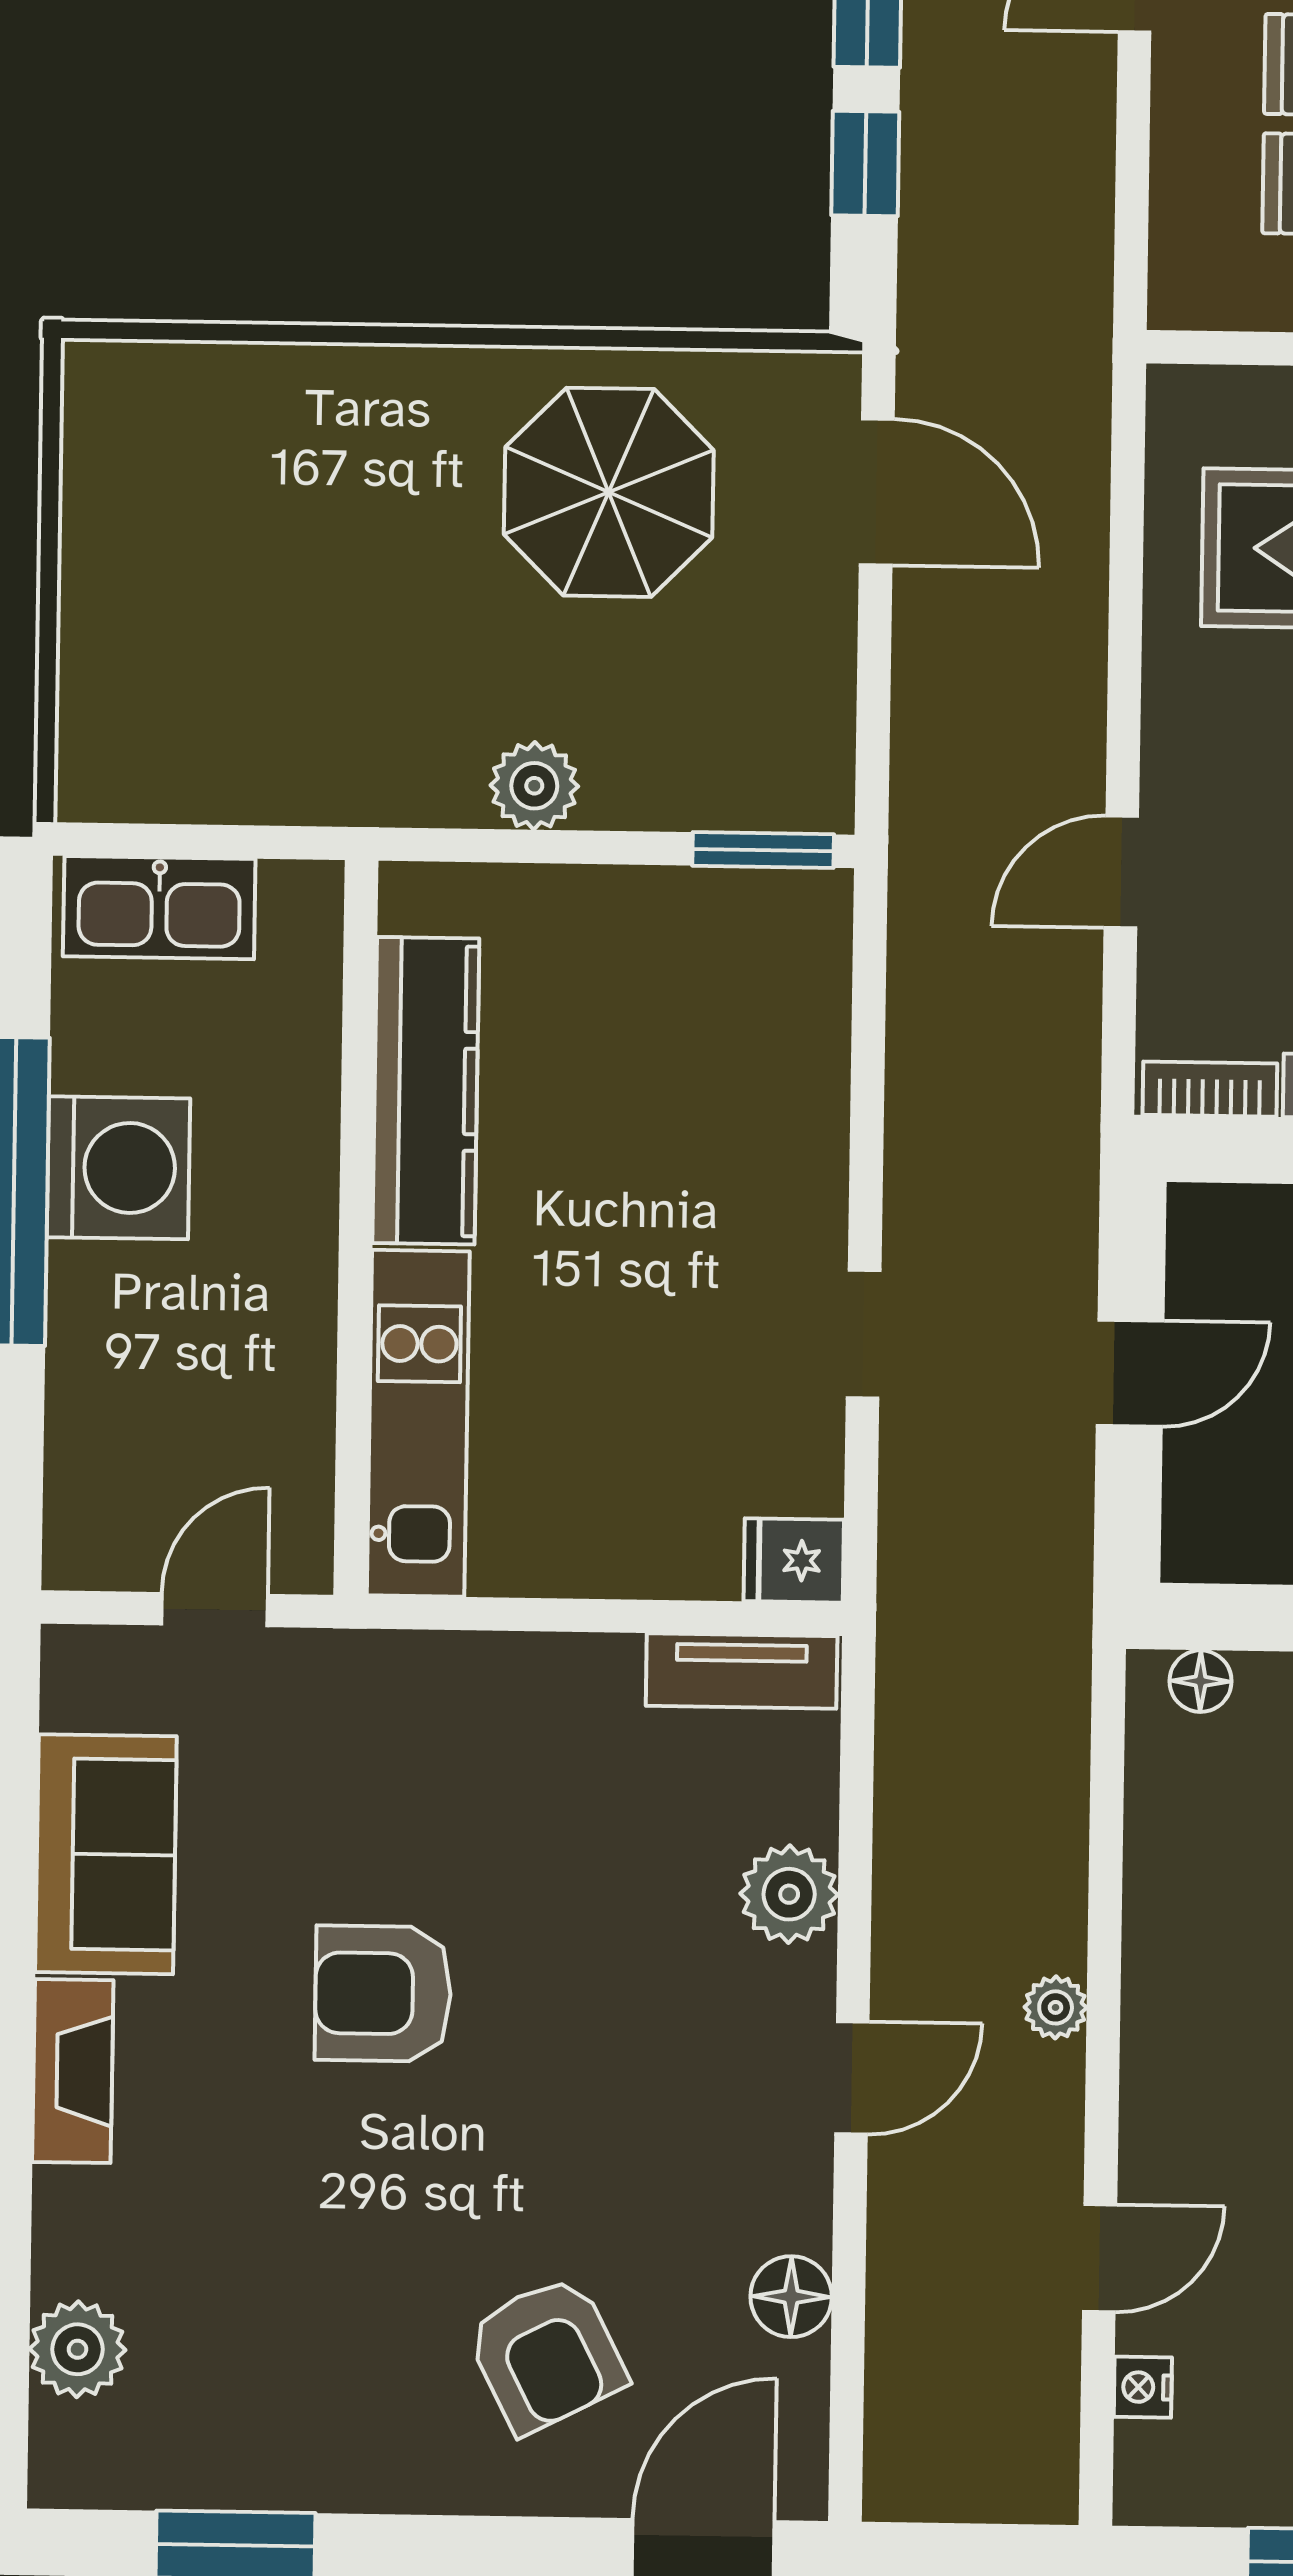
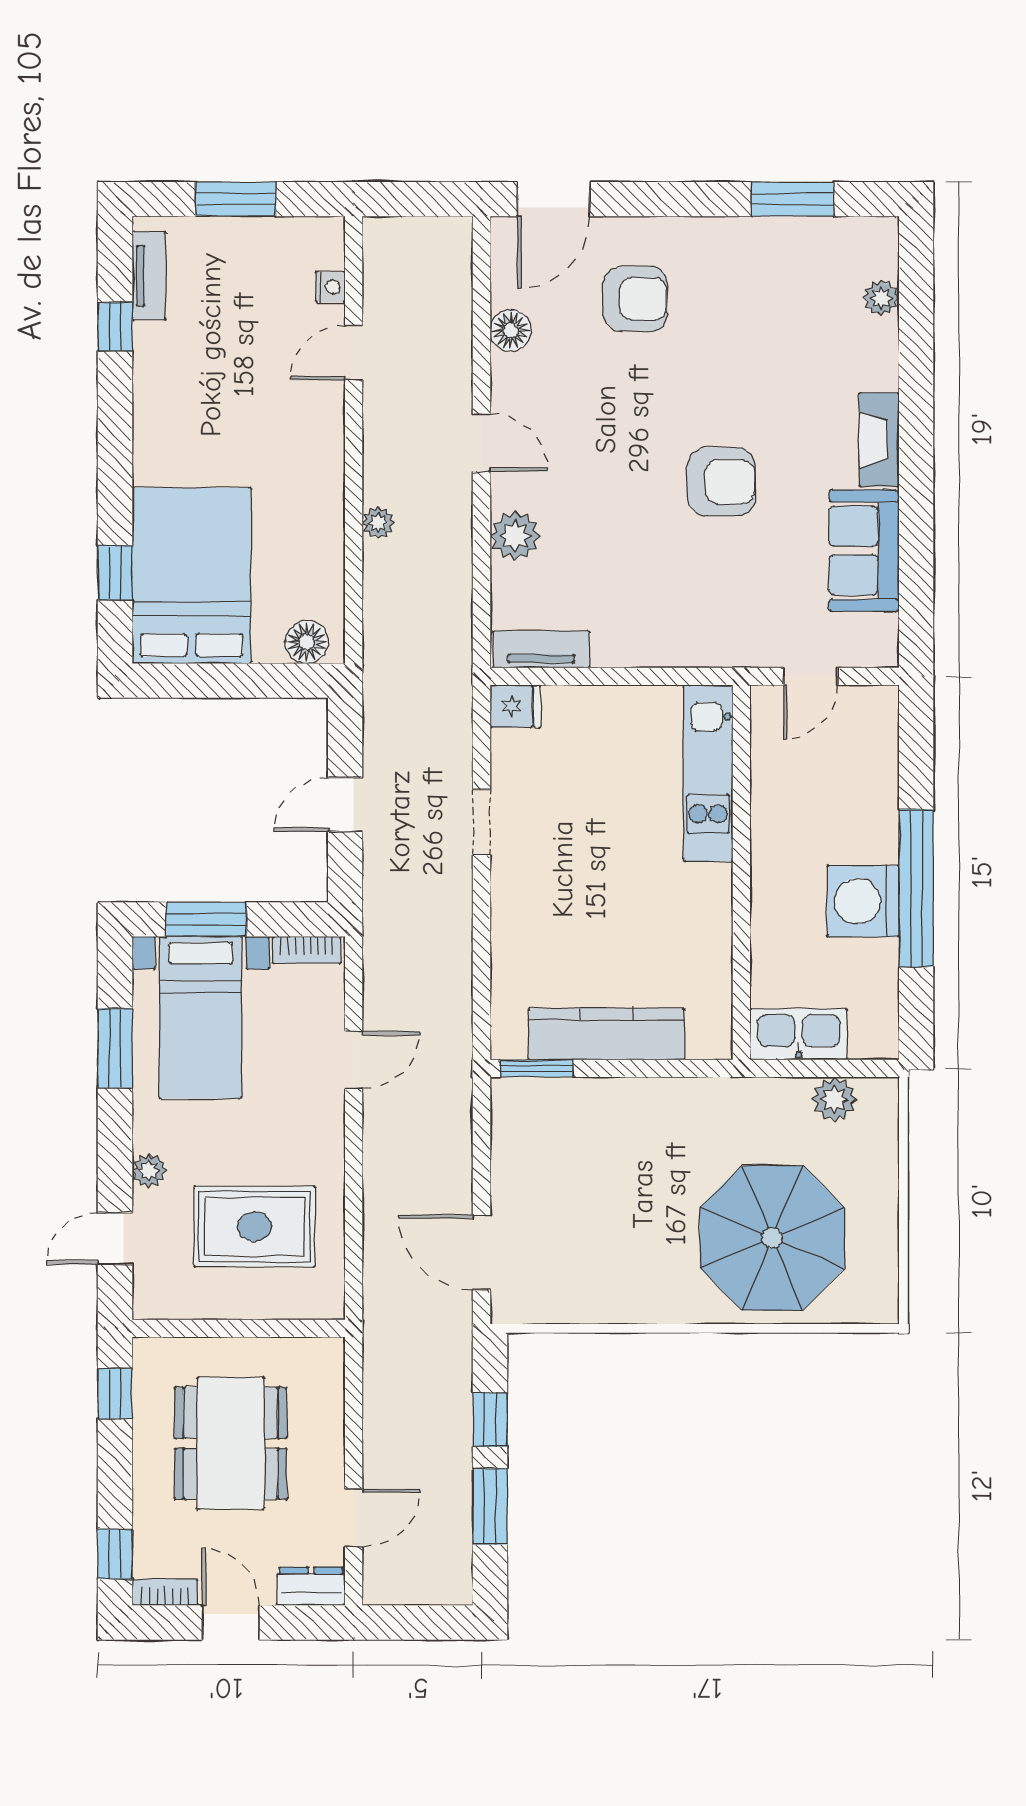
parasol: (609, 492) -> (772, 1238), moved, width x1.36, depth x1.36
plant: (534, 786) -> (834, 1099), moved
kitchen sink: (159, 908) -> (799, 1034), moved
kitchen counter: (426, 1091) -> (607, 1034), moved, turned 90
floor lamp: (1201, 1681) -> (307, 642), width x1.37, depth x1.37
plant: (1056, 2007) -> (378, 523), moved
door: (852, 2078) -> (481, 443), swing flipped
plant: (77, 2349) -> (881, 298), width x0.73, depth x0.73
armchair: (546, 2354) -> (635, 299), turned 117

